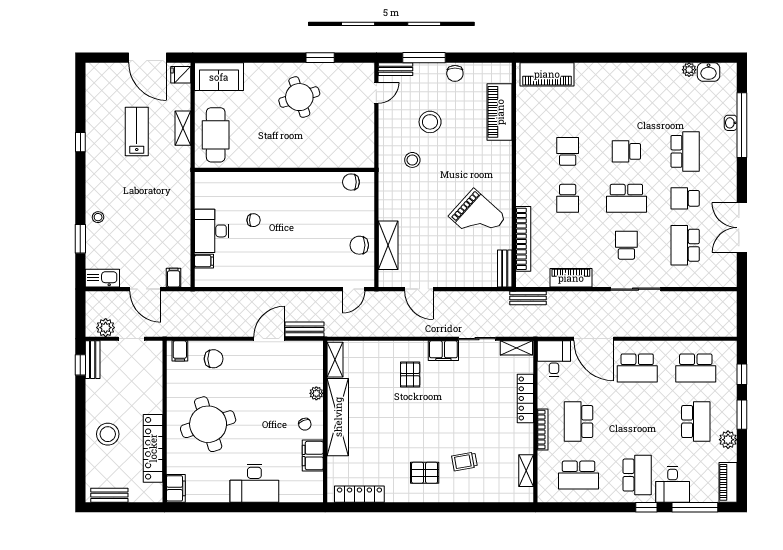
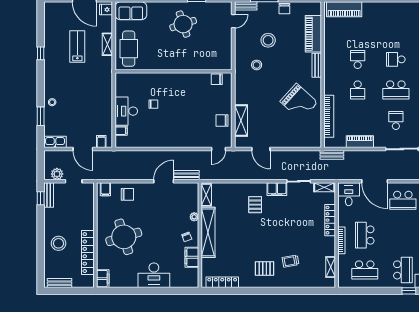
bench: (505, 268) -> (317, 65), moved

